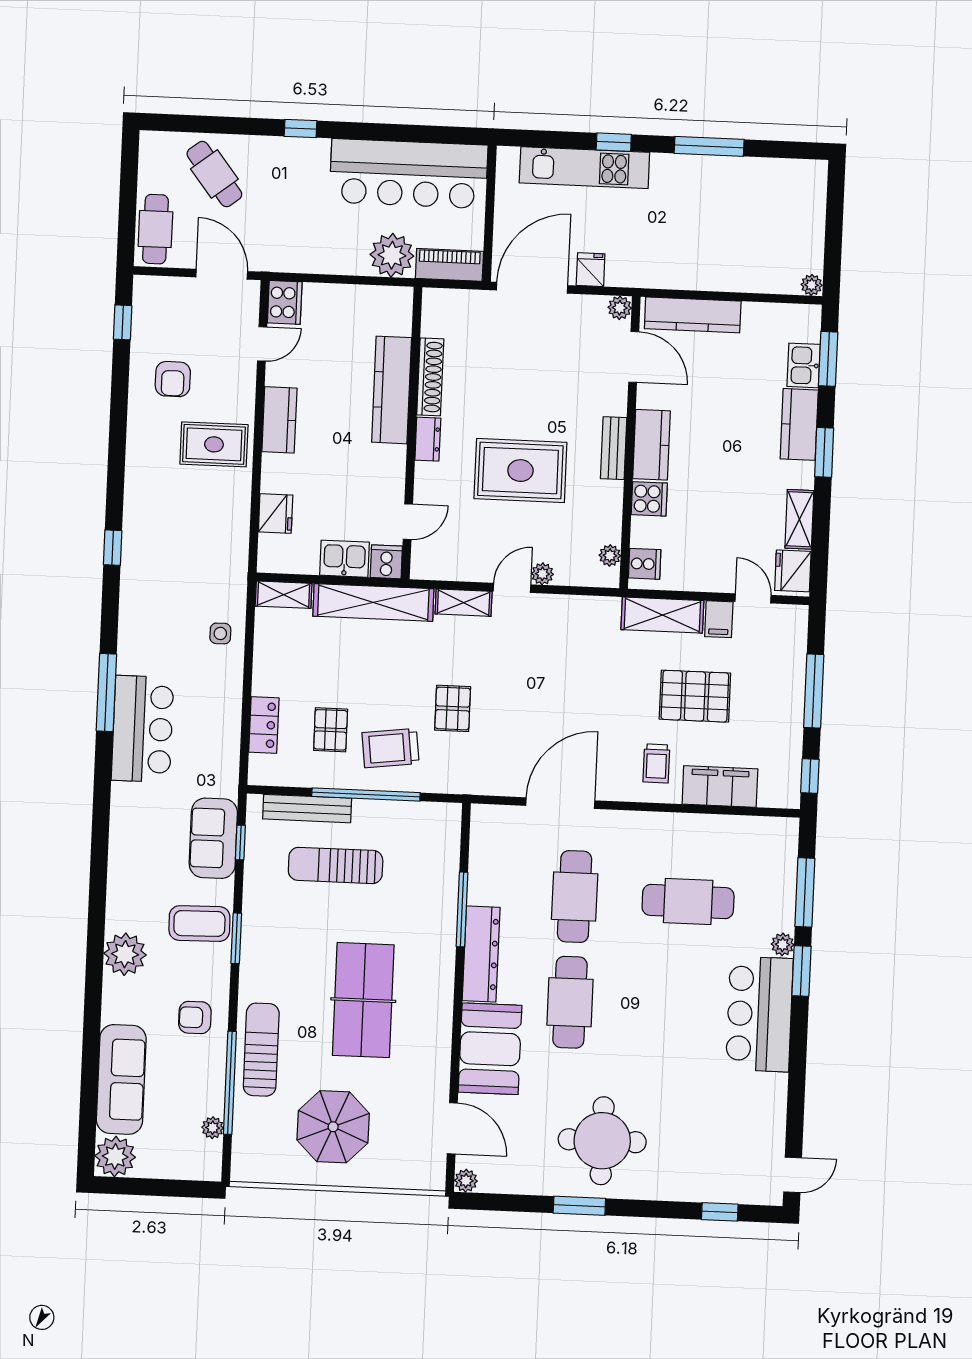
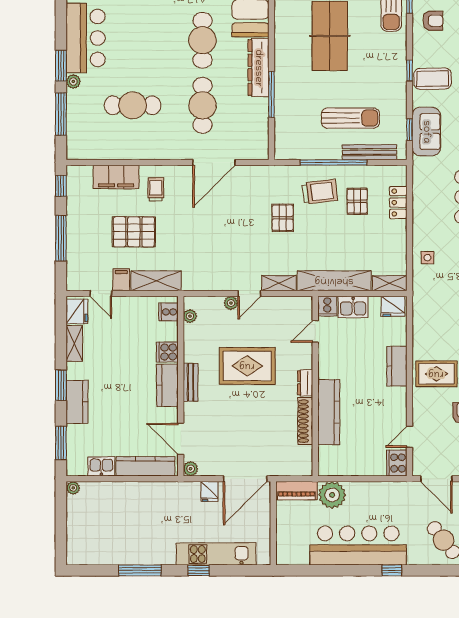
bar counter: (409, 174) -> (358, 546), moved
kitchen sink: (804, 365) -> (101, 466), moved, turned -90
kitchen counter: (279, 420) -> (397, 366), moved
fridge: (276, 513) -> (393, 306), moved, turned -90
window: (236, 938) -> (410, 71), width x0.67

